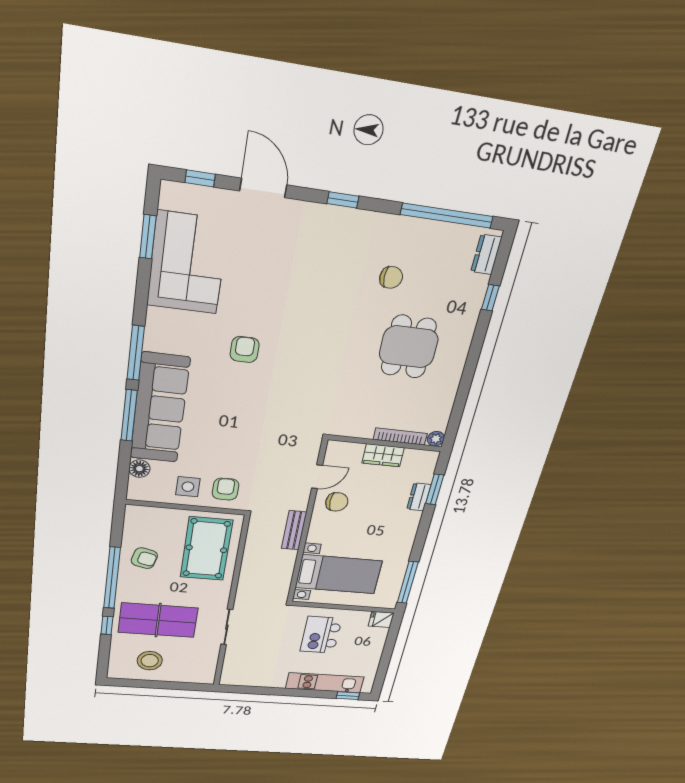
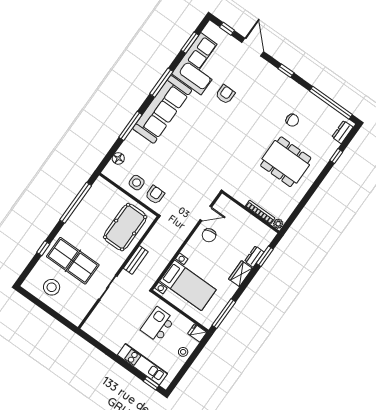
dining table: (409, 347) -> (286, 162), width x1.38
armchair: (245, 349) -> (225, 94), moved
window: (136, 353) -> (161, 83), moved
sofa: (160, 408) -> (162, 109), moved
wardrobe: (383, 455) -> (241, 274), moved, turned 90
chair: (337, 502) -> (209, 235), turned 78
bench: (294, 530) -> (136, 260), moved
armchair: (144, 558) -> (89, 215), removed
window: (112, 578) -> (76, 203), moved
stool: (373, 647) -> (183, 352), added

